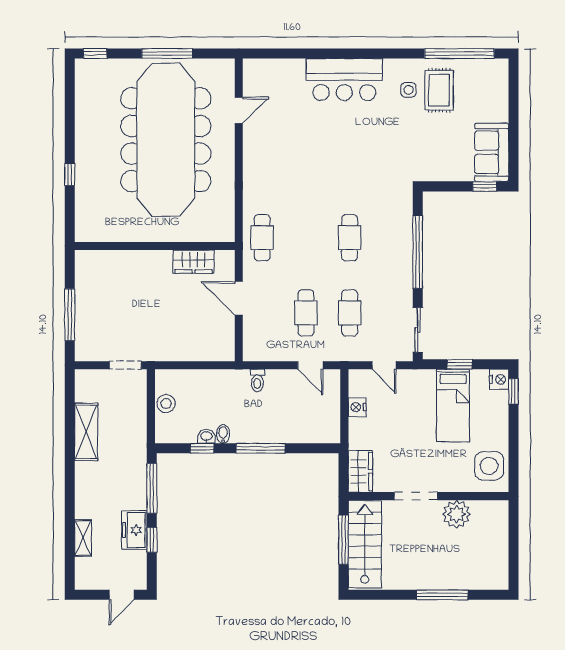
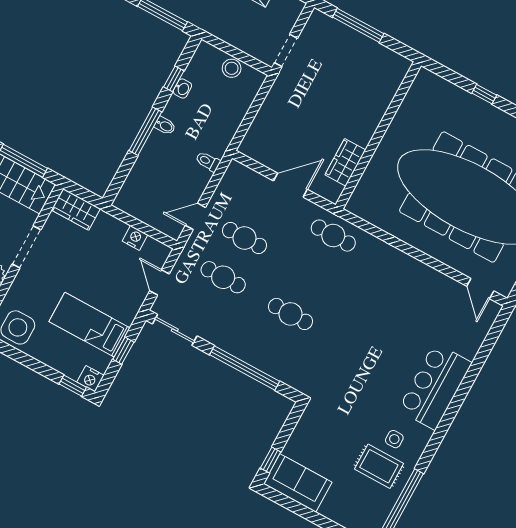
door: (239, 110) -> (480, 289), moved
door: (384, 365) -> (159, 282), hinge flipped
bidet: (223, 434) -> (165, 126), moved

